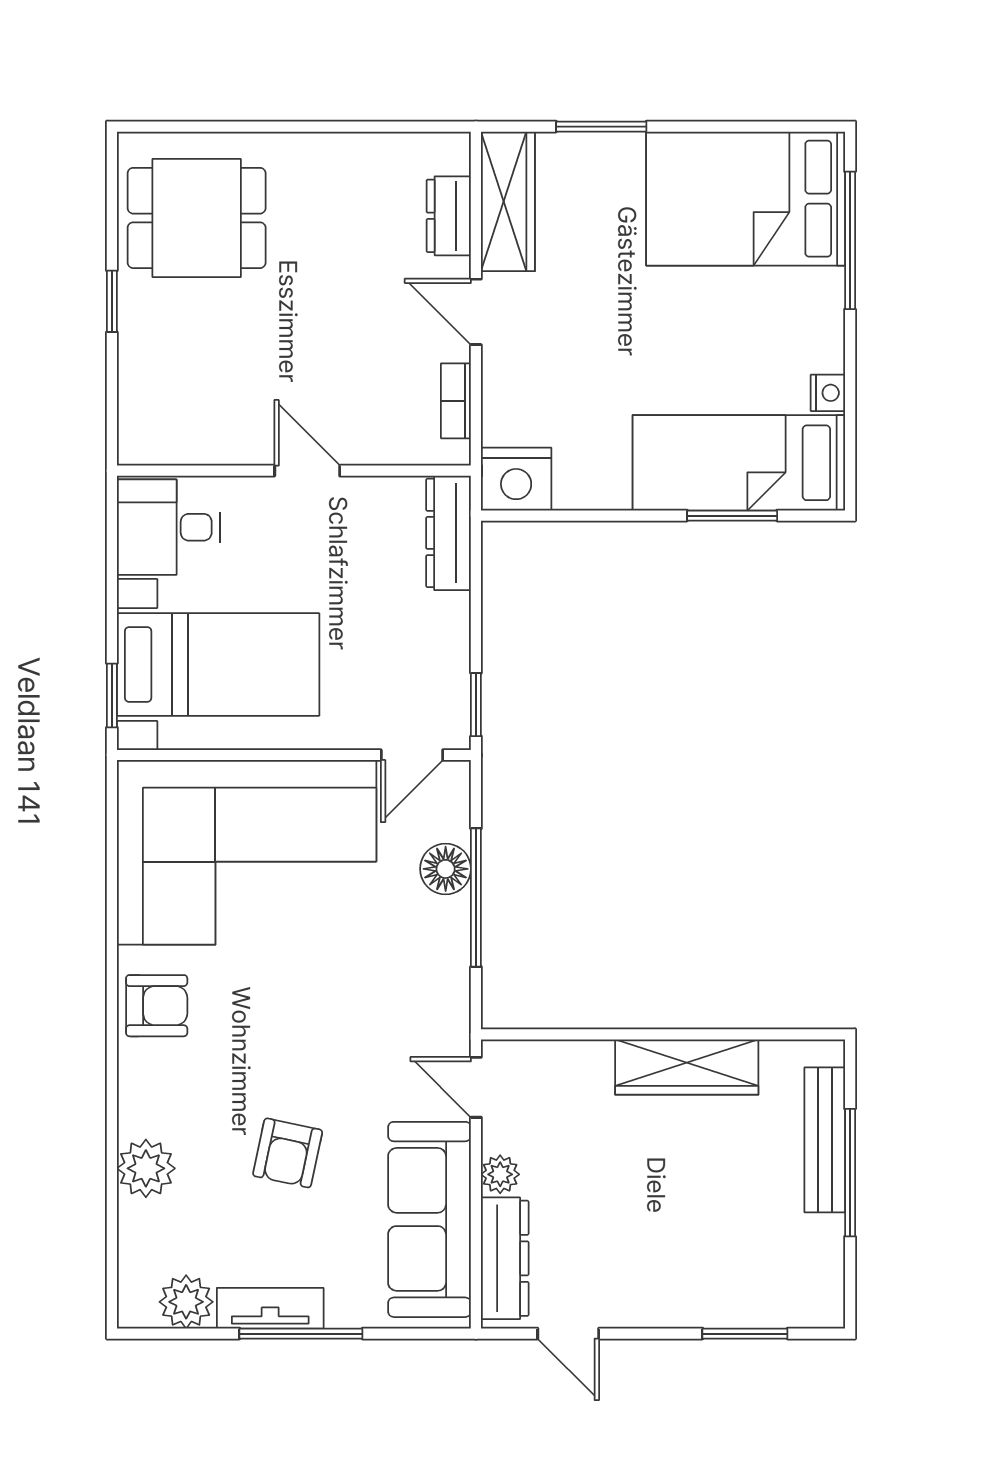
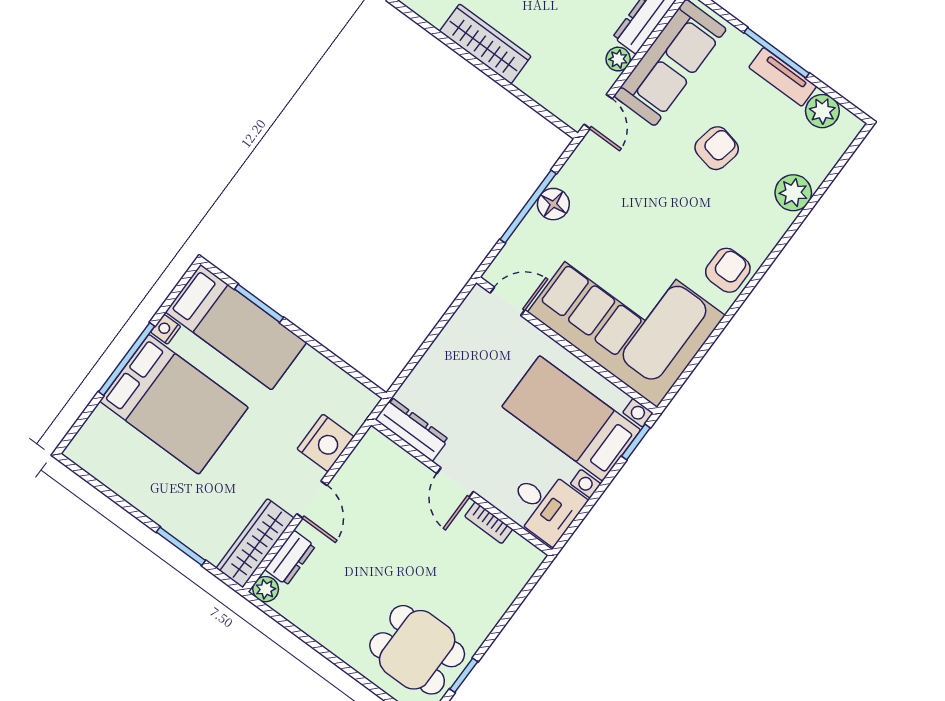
plant: (451, 152) -> (266, 589), added
bed: (746, 199) -> (174, 404), moved
window: (850, 240) -> (127, 359), moved
window: (112, 301) -> (464, 675), moved
bookcase: (456, 401) -> (489, 523), moved, turned 90
nightstand: (516, 479) -> (326, 443), moved, turned 90
dresser: (449, 533) -> (412, 429), moved, turned -90
window: (476, 705) -> (457, 303), removed
floor lamp: (446, 869) -> (553, 204), moved
armchair: (157, 1006) -> (728, 270), turned 90

